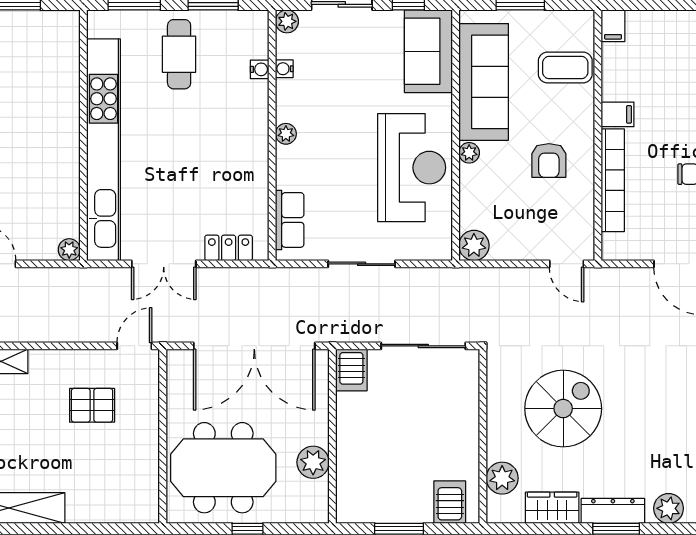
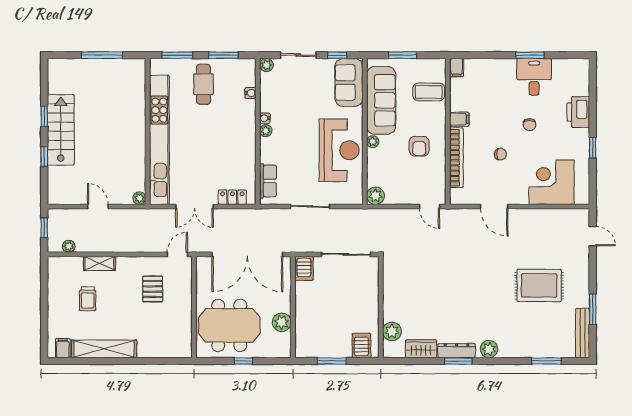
water cooler: (284, 69) -> (265, 118), moved
pallet: (92, 405) -> (153, 289), turned 90
spiral stairs: (563, 409) -> (427, 291), removed

